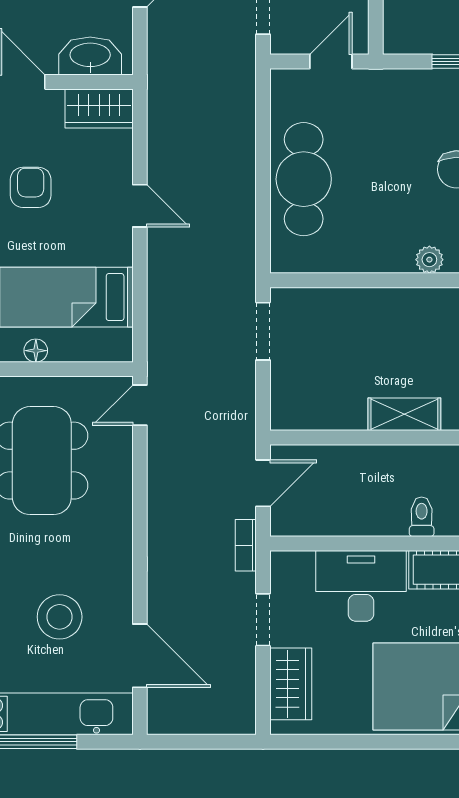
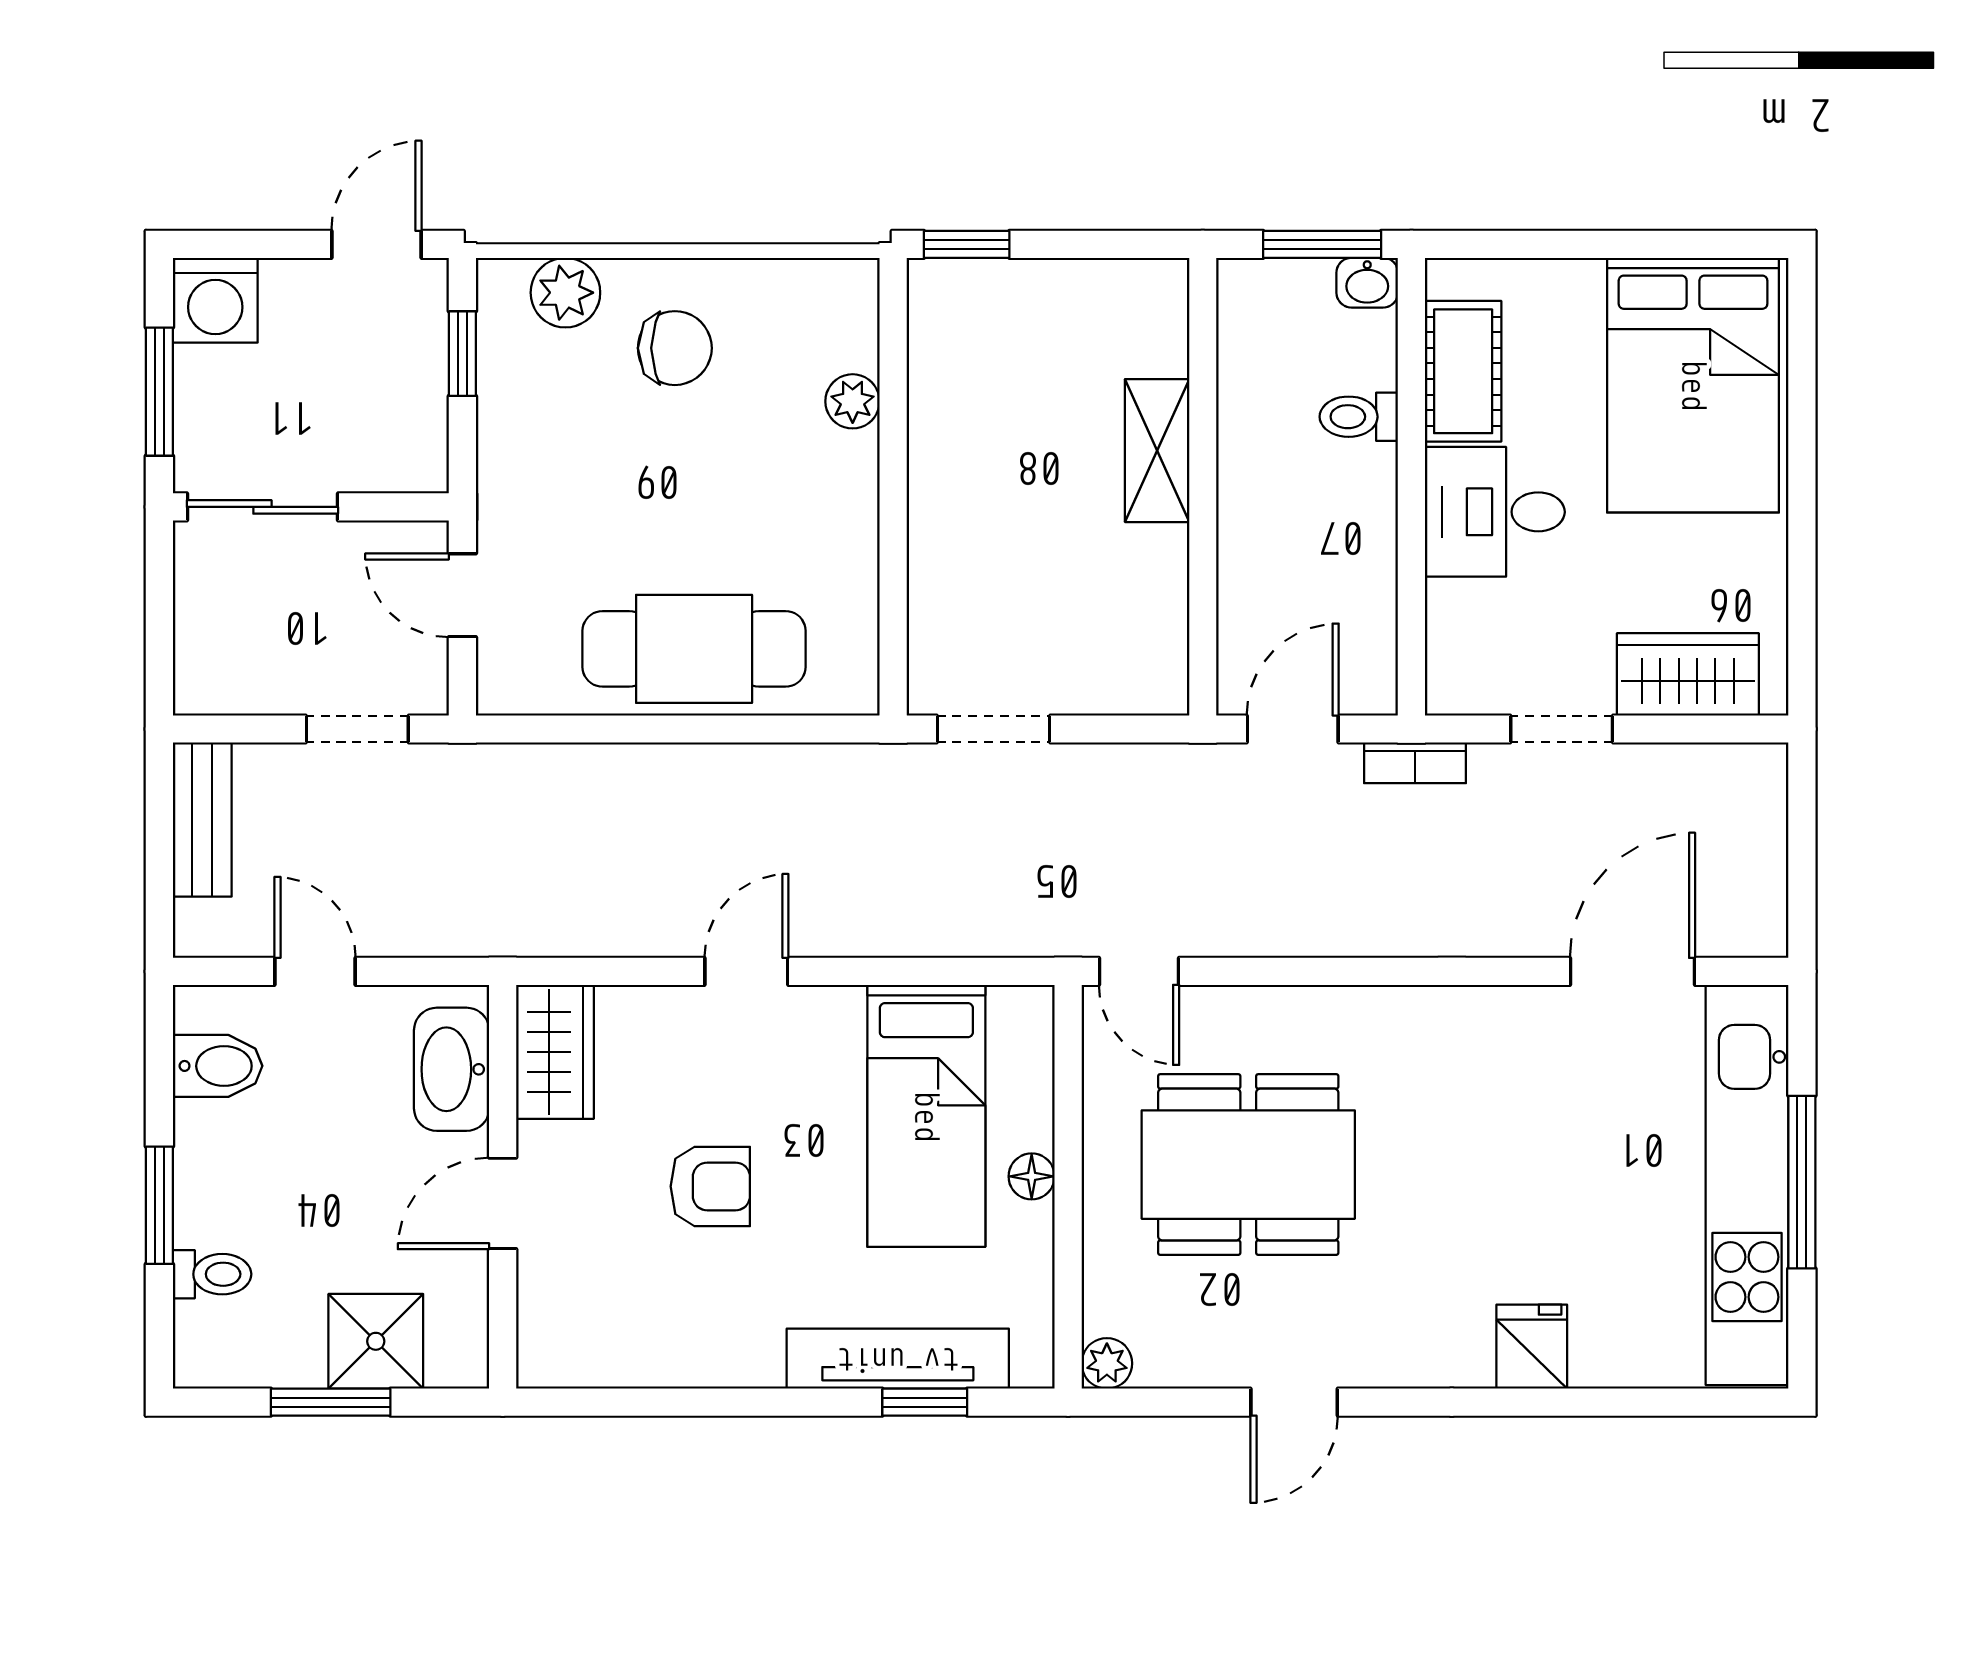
armchair: (31, 187) -> (710, 1186), turned 180
door: (263, 483) -> (1293, 729), hinge flipped
desk: (361, 586) -> (1495, 512), width x0.73
stool: (60, 617) -> (1556, 1130), removed

